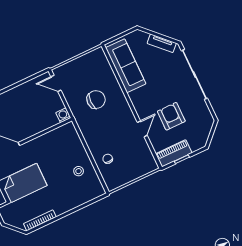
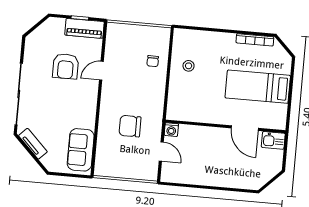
sofa: (126, 66) -> (81, 150), width x0.73
door: (56, 83) -> (161, 151), moved

